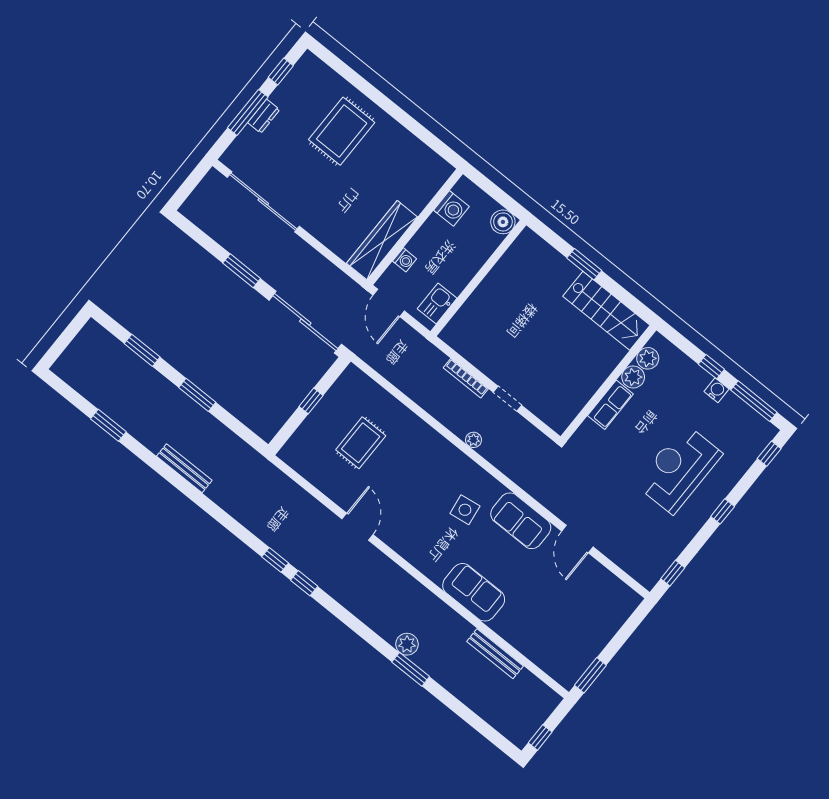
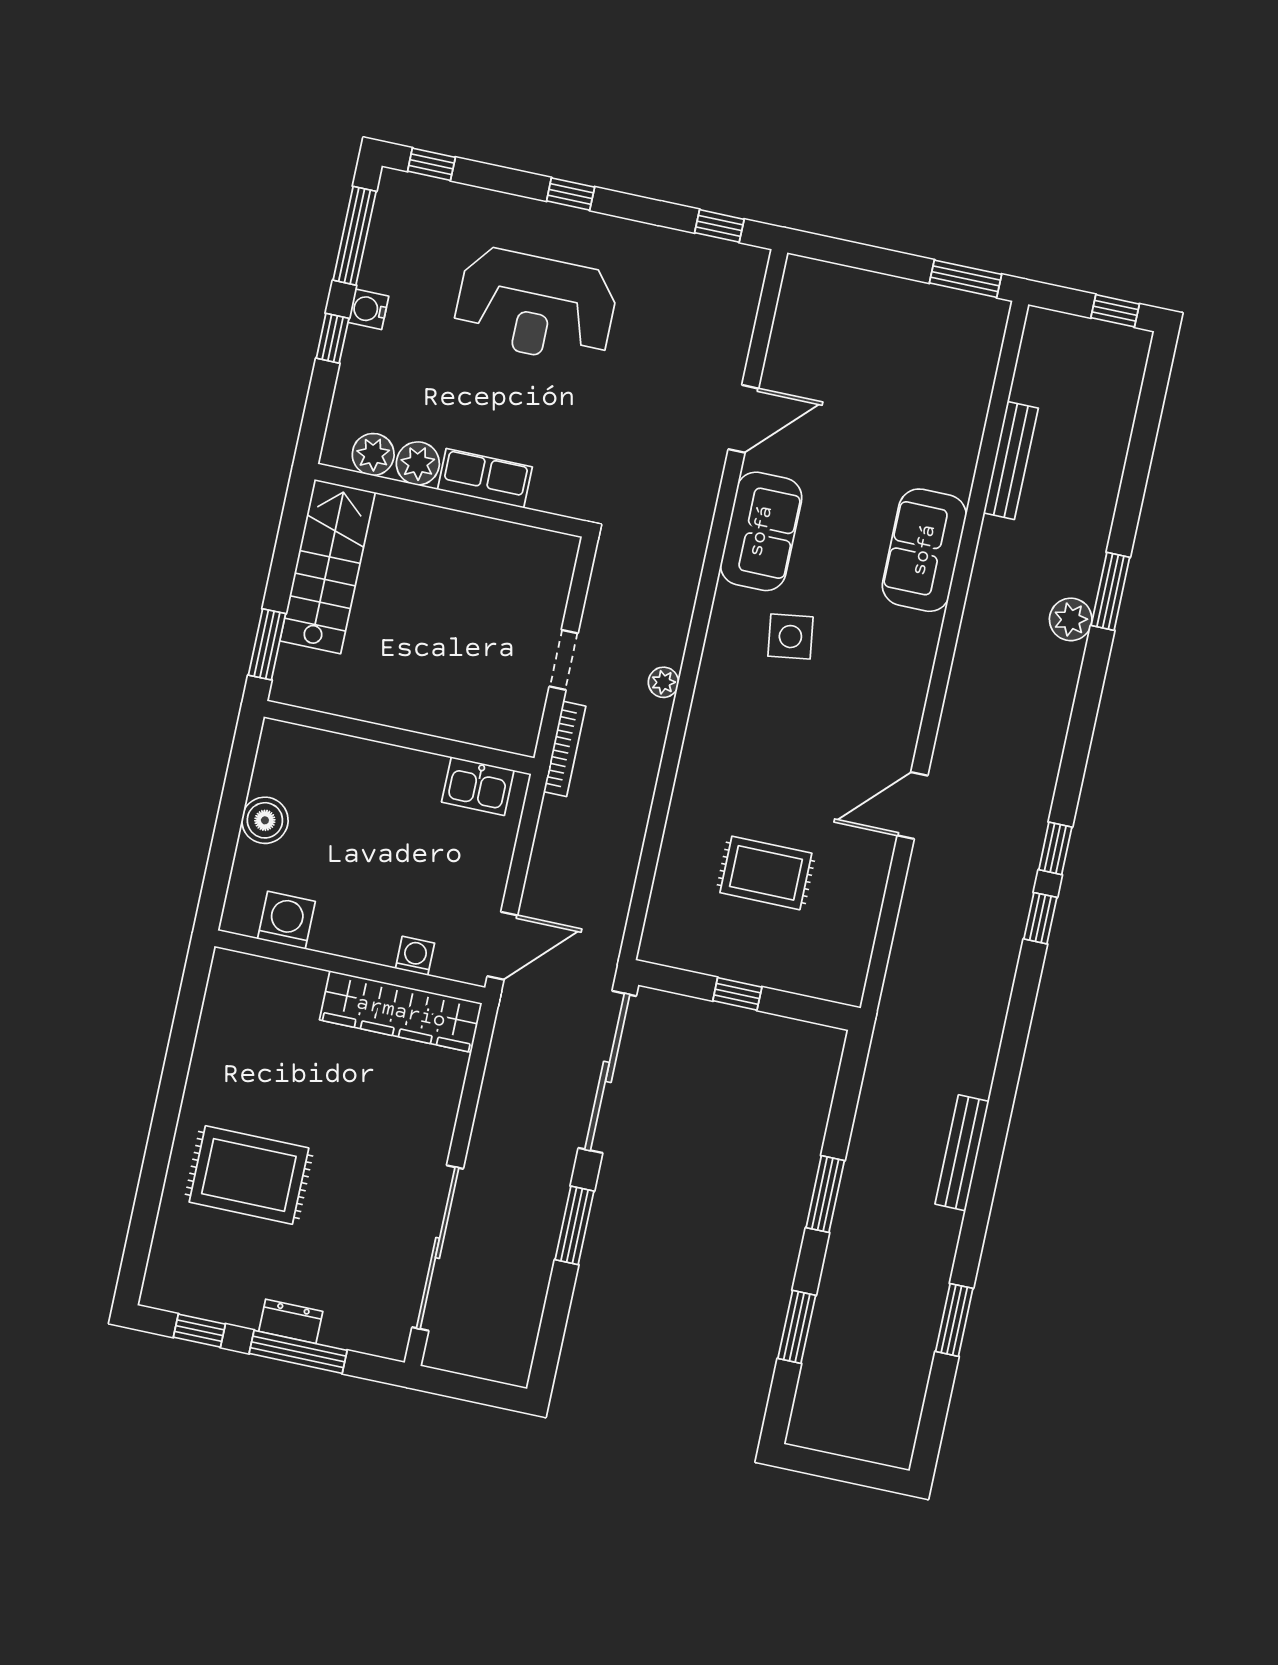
wall: (478, 278) -> (399, 737), moved
kitchen sink: (437, 303) -> (478, 786), moved

